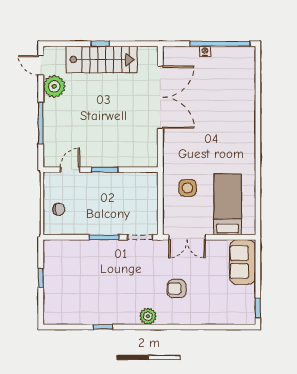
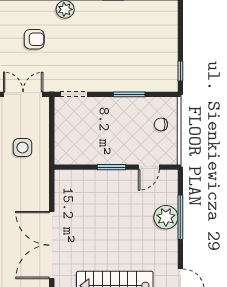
plant: (54, 86) -> (166, 217), moved
window: (104, 237) -> (129, 94), moved
window: (41, 278) -> (180, 71), moved

